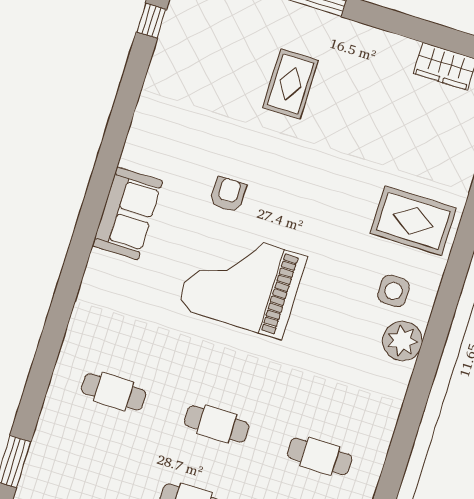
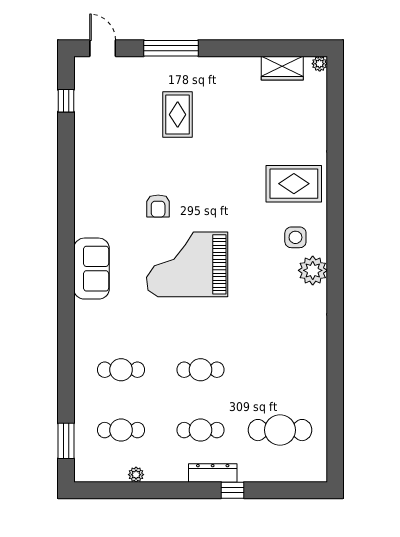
armchair: (228, 194) -> (158, 206), turned 180
sofa: (127, 213) -> (91, 269), moved
cafe table: (320, 456) -> (121, 430), moved

